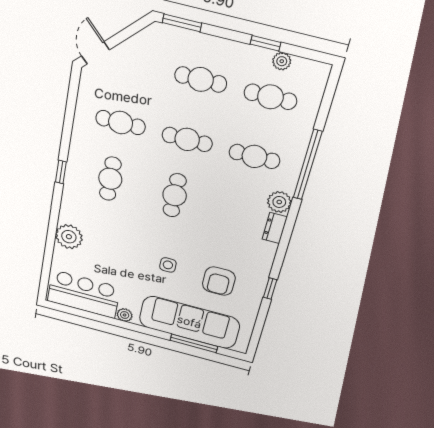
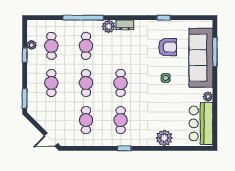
cafe table: (110, 179) -> (121, 120), turned 90
cafe table: (175, 195) -> (121, 83), turned 90

